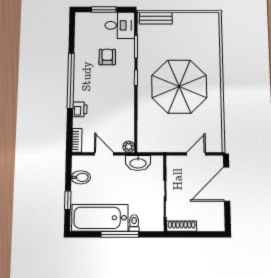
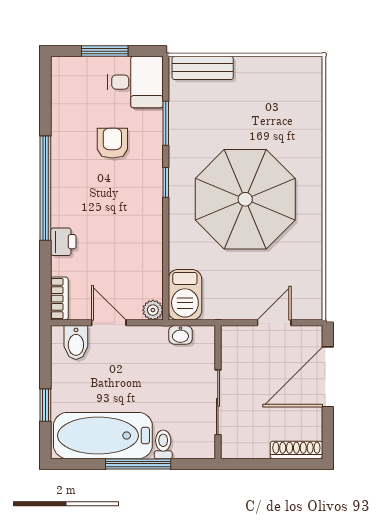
barbecue: (146, 138) -> (185, 295), added
washbasin: (138, 163) -> (180, 335), width x0.52, depth x0.69
bidet: (81, 177) -> (76, 343), moved, turned 90
shoe rack: (182, 226) -> (296, 450), moved

